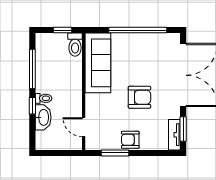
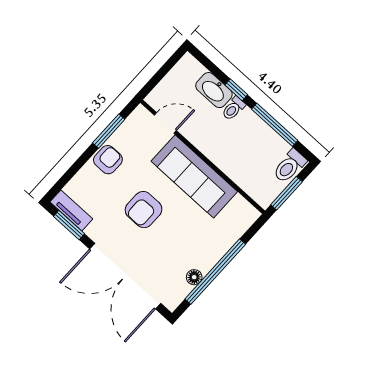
window: (63, 30) -> (287, 193), width x1.50
floor lamp: (151, 38) -> (194, 277), added
toilet: (75, 45) -> (289, 166), moved, turned -90
sofa: (98, 63) -> (194, 176), moved

